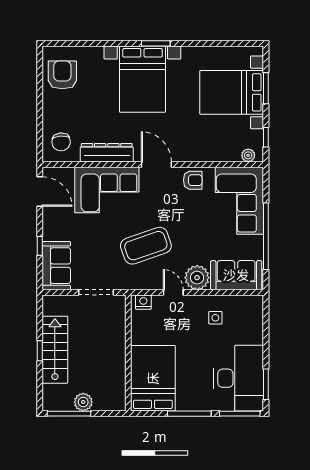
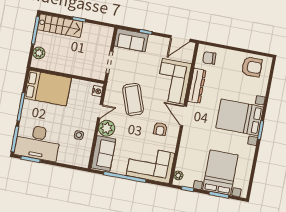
door: (156, 165) -> (183, 116), swing flipped
armchair: (193, 180) -> (160, 129), moved
stairs: (55, 350) -> (60, 26), moved
plant: (83, 402) -> (39, 53), moved

